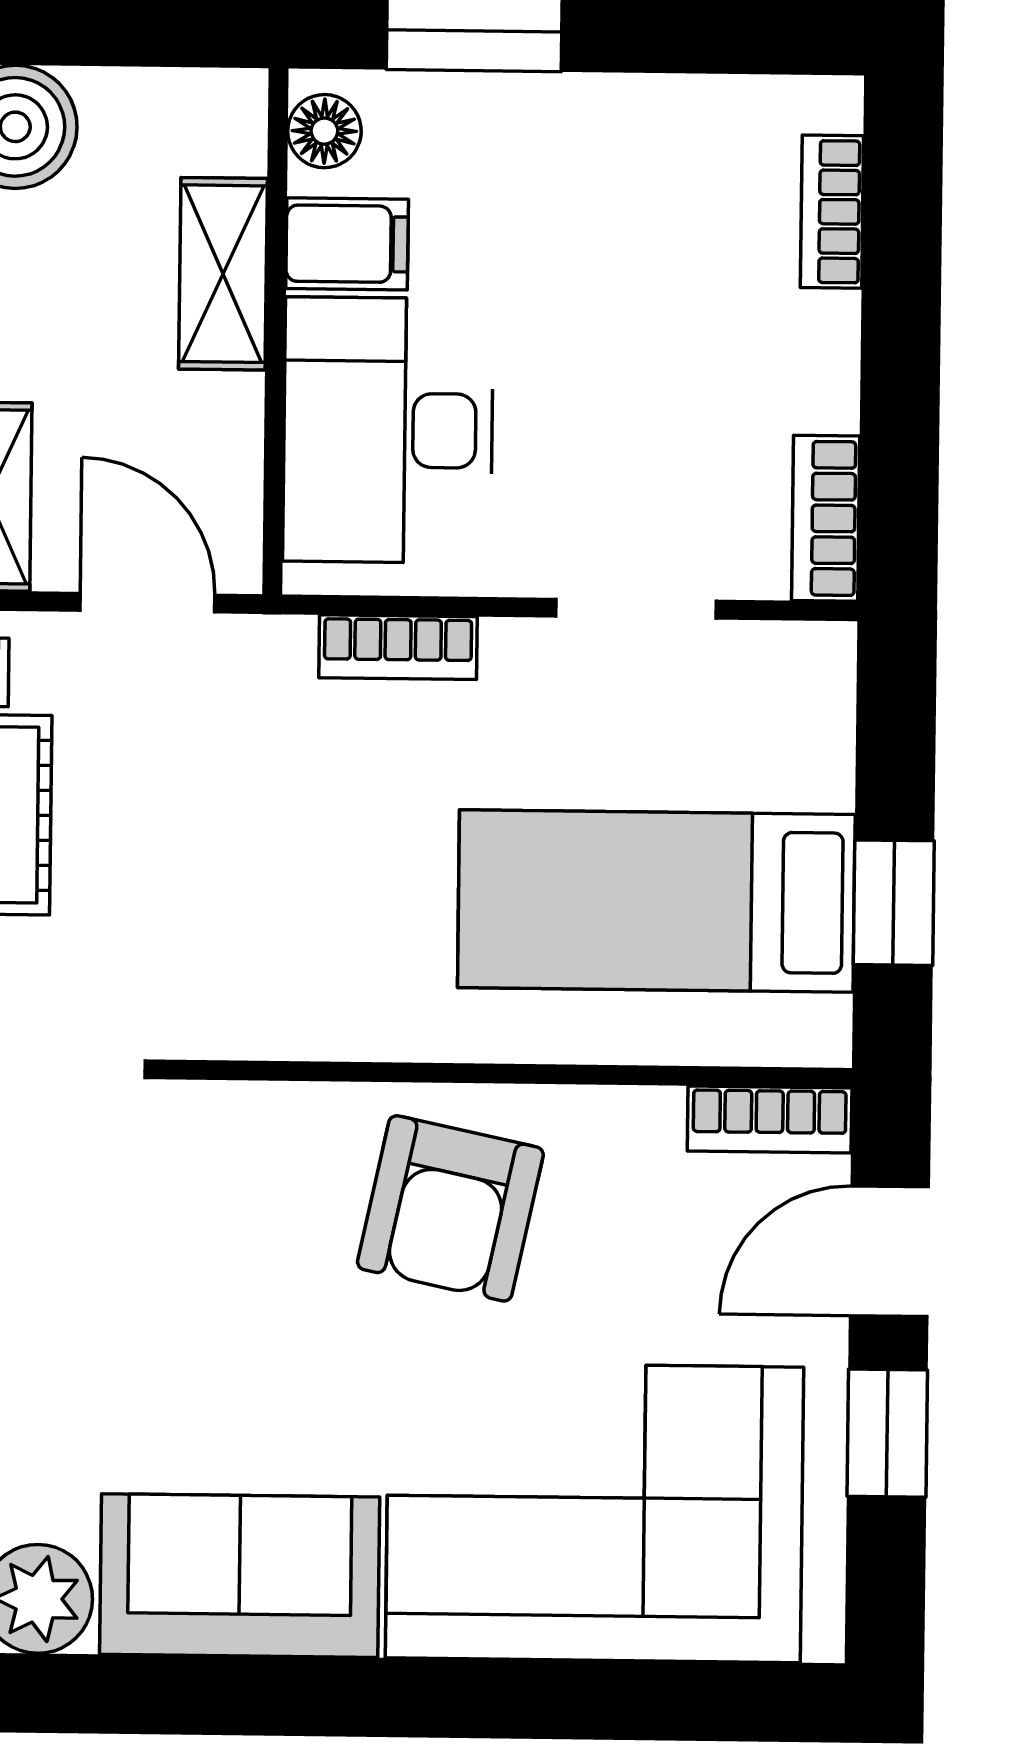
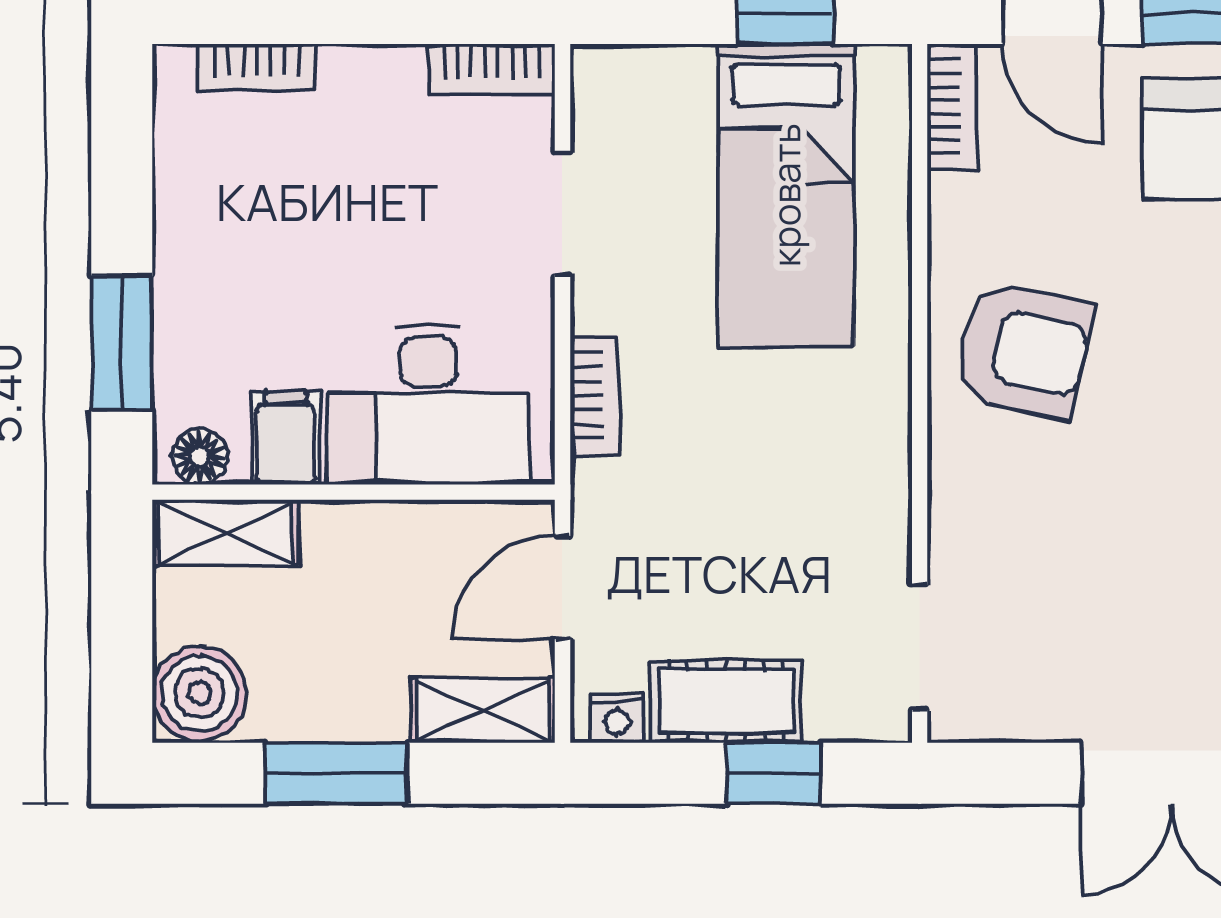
shelving: (223, 274) -> (226, 533), moved

